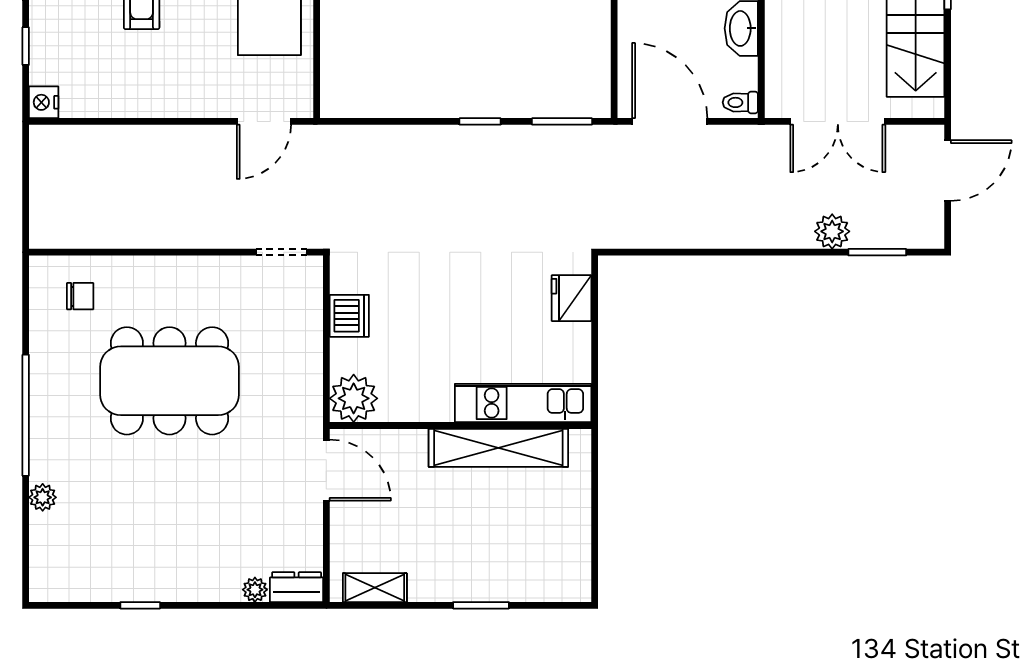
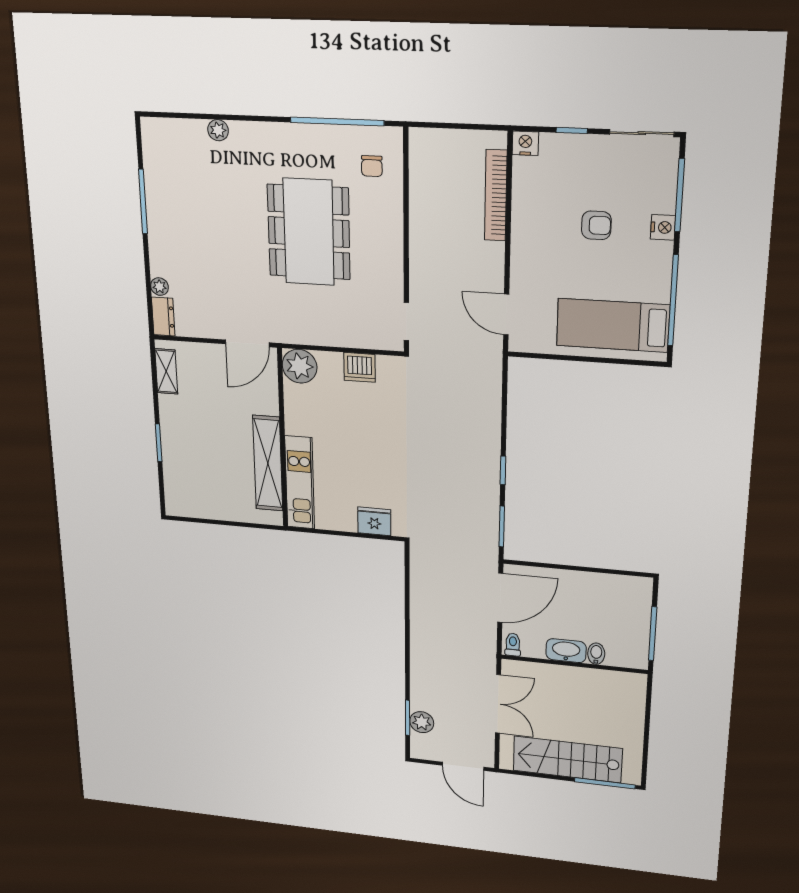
double door: (838, 121) -> (498, 704), swing flipped
bookcase: (110, 138) -> (496, 195), added
plant: (832, 231) -> (422, 722), moved
window: (26, 415) -> (337, 121), moved
window: (140, 605) -> (143, 201), width x2.17

